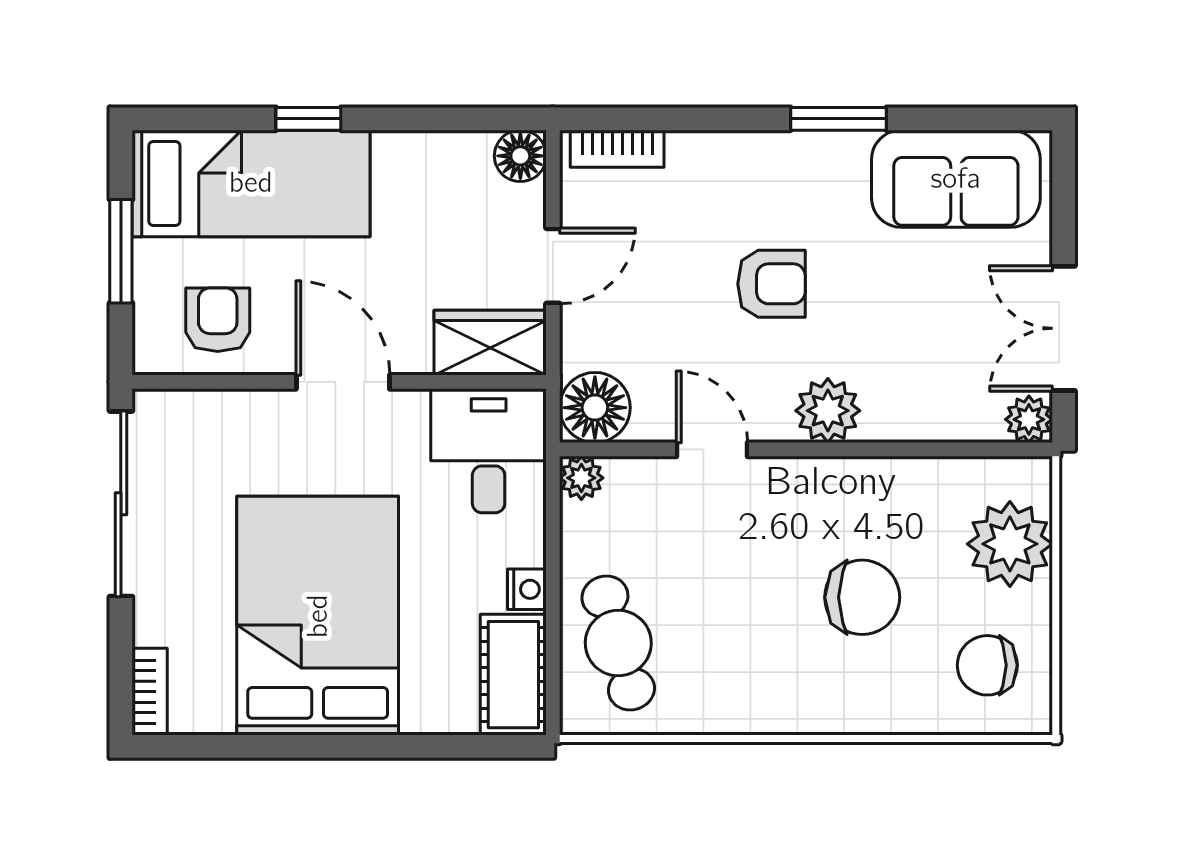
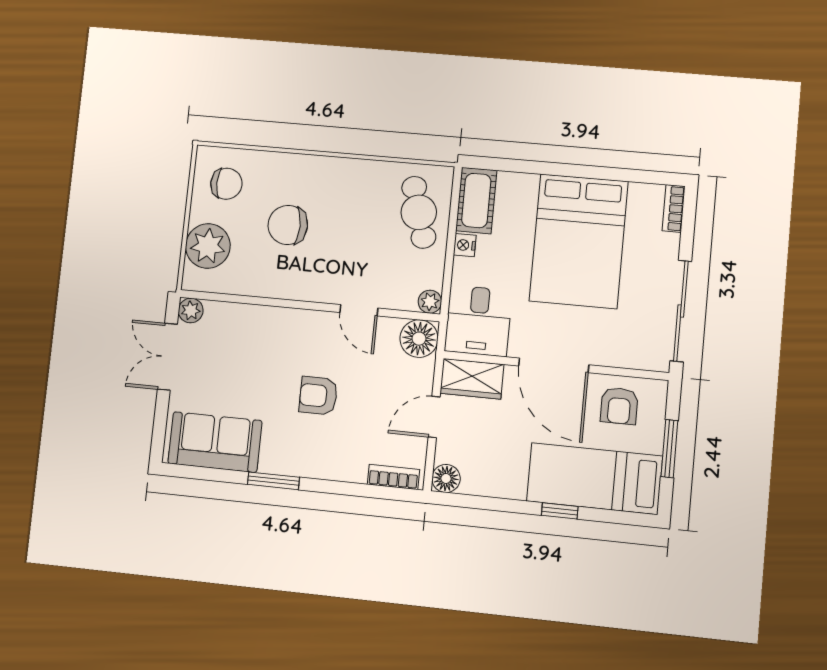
double door: (1064, 328) -> (167, 357), swing flipped
door: (343, 382) -> (554, 365), width x1.36
plant: (828, 411) -> (295, 325), removed

